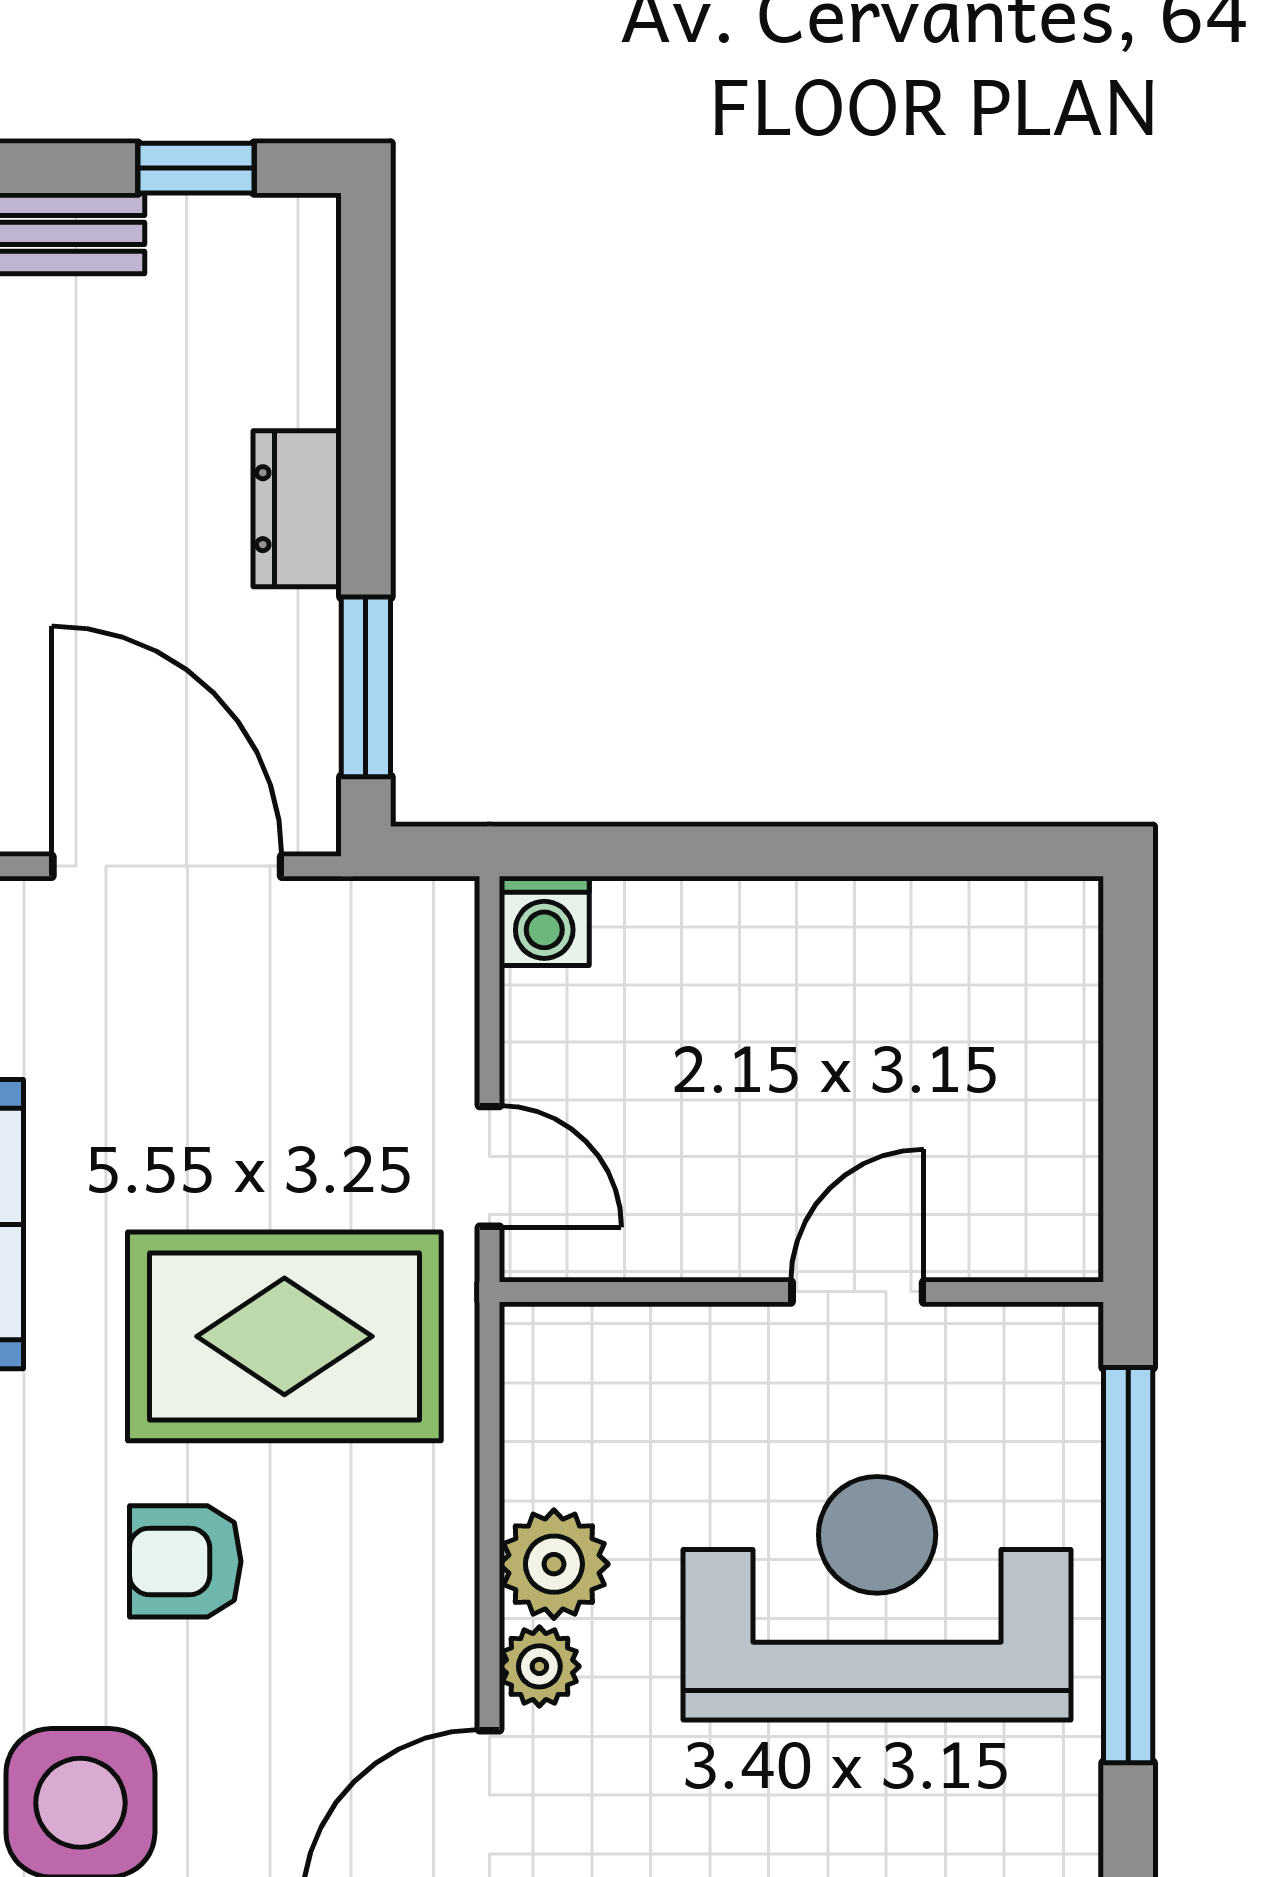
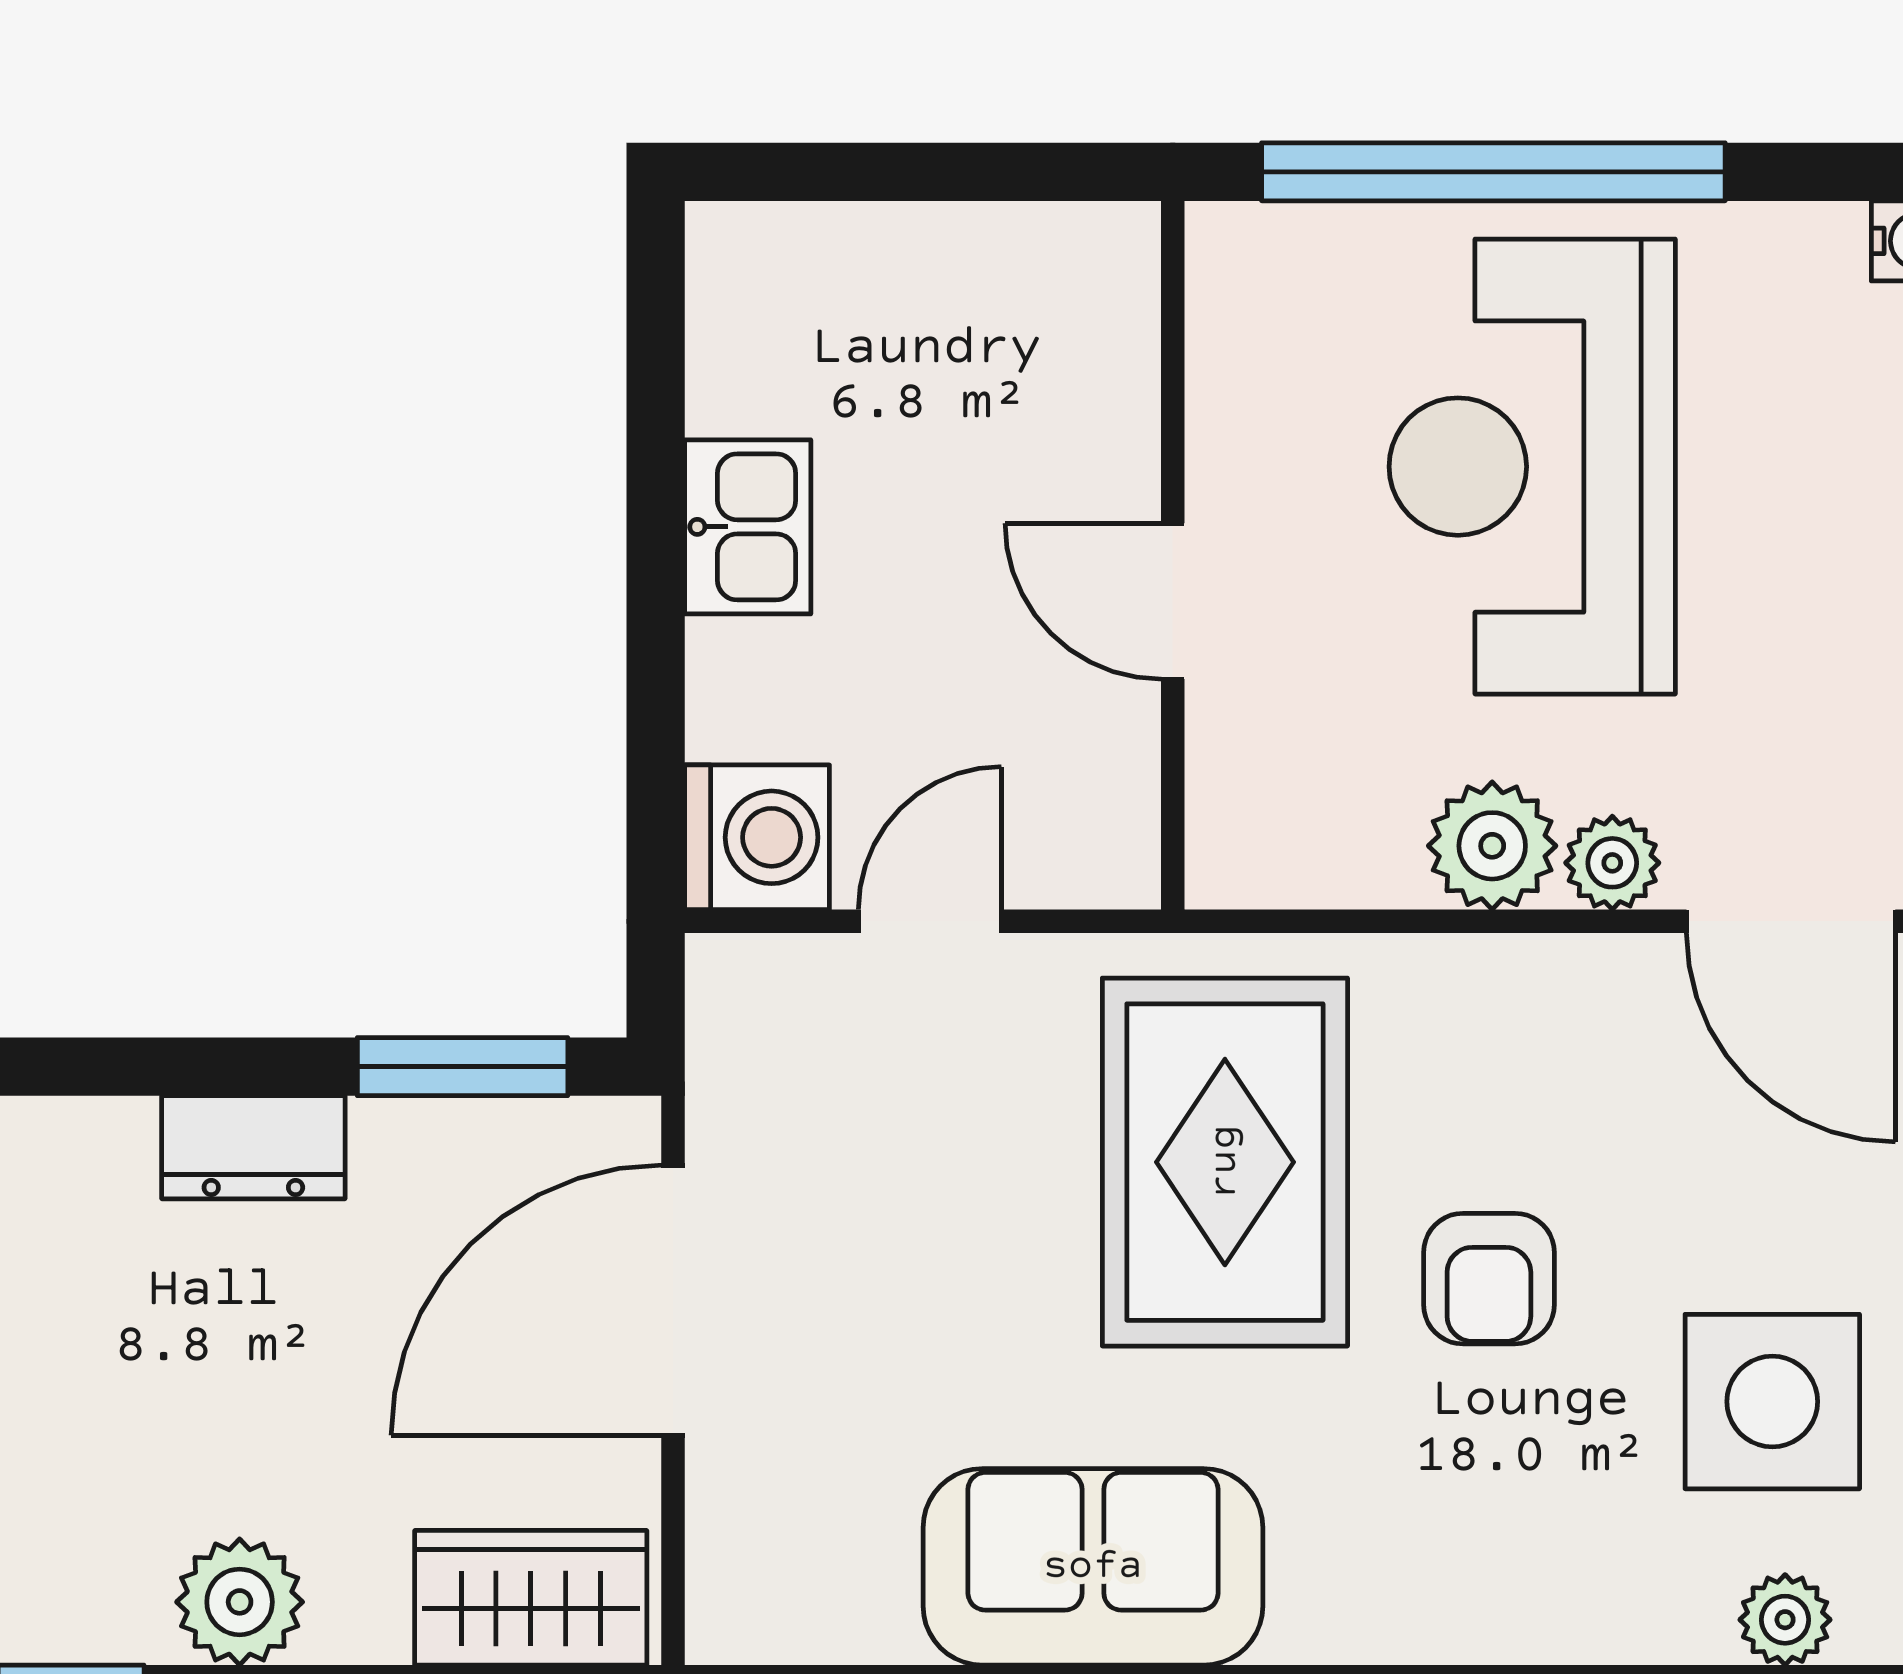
washing machine: (544, 921) -> (757, 837), width x1.38, depth x1.38
kitchen sink: (826, 930) -> (748, 527), added
door: (490, 1166) -> (930, 921), moved
door: (857, 1292) -> (1173, 601), moved

